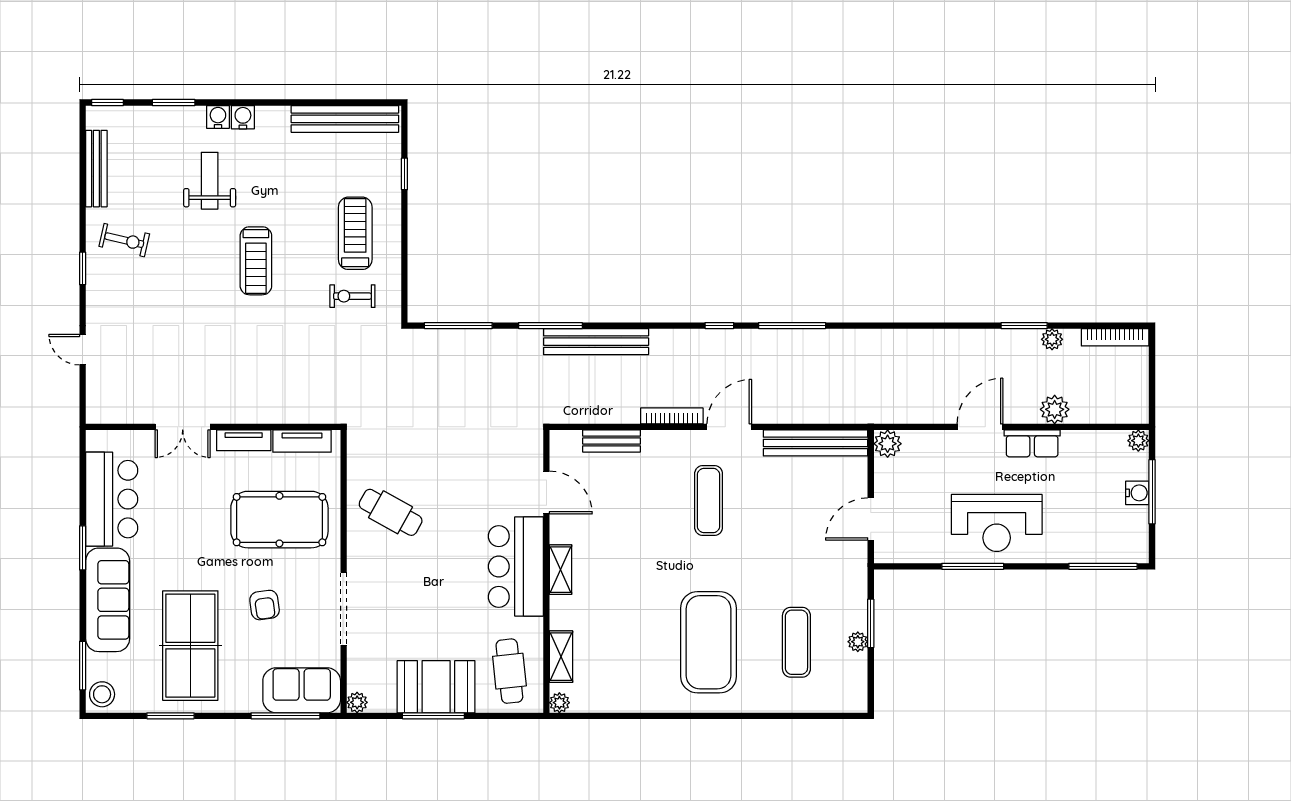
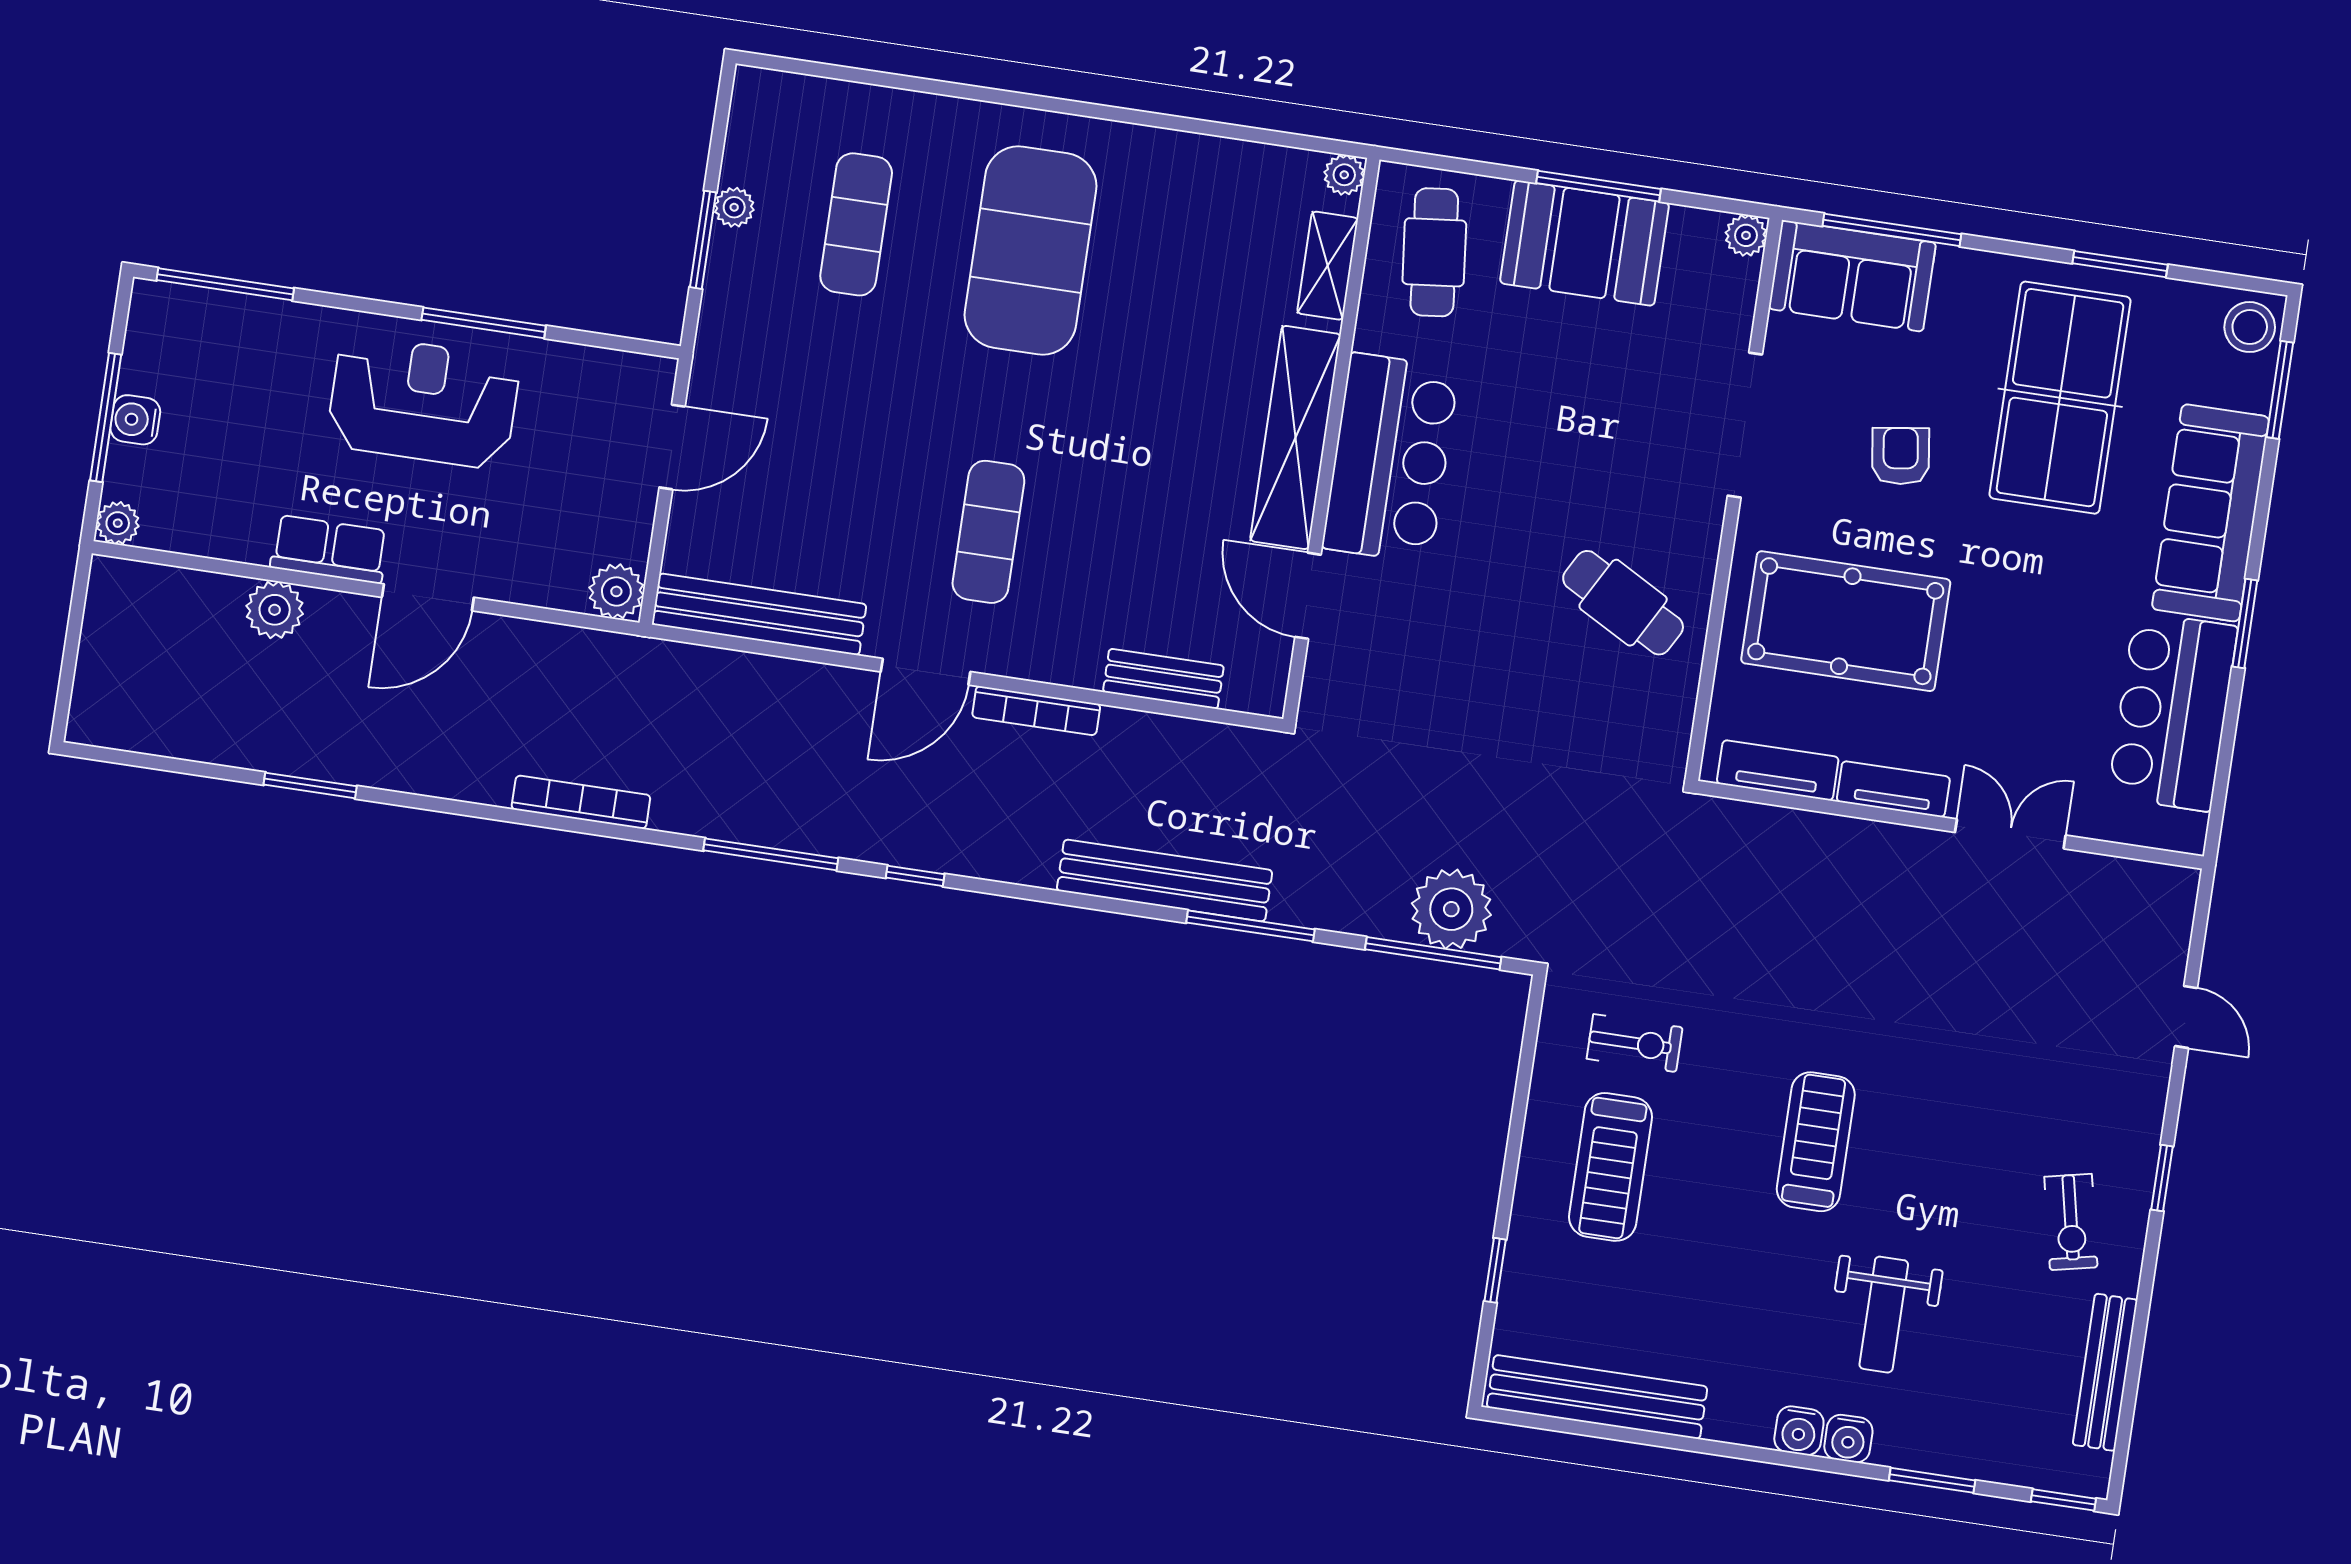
exercise bike: (124, 240) -> (2071, 1222), turned -115
bookcase: (1115, 337) -> (581, 802), moved
plant: (1052, 339) -> (1451, 909), moved, width x1.88, depth x1.88
shelving: (561, 570) -> (1295, 438), width x2.20, depth x1.33

